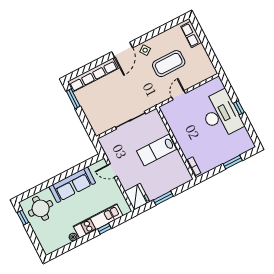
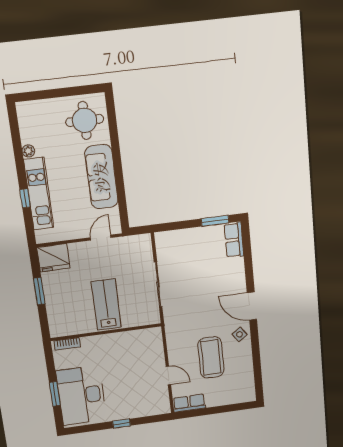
row of seats: (191, 34) -> (189, 403), moved
row of seats: (93, 75) -> (234, 240), width x0.50
door: (179, 95) -> (168, 375), moved
desk: (221, 114) -> (81, 395), moved, turned 90
window: (23, 218) -> (81, 90), removed

